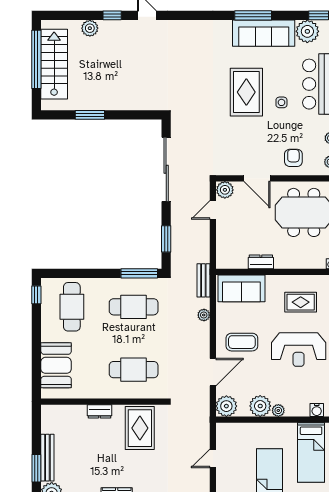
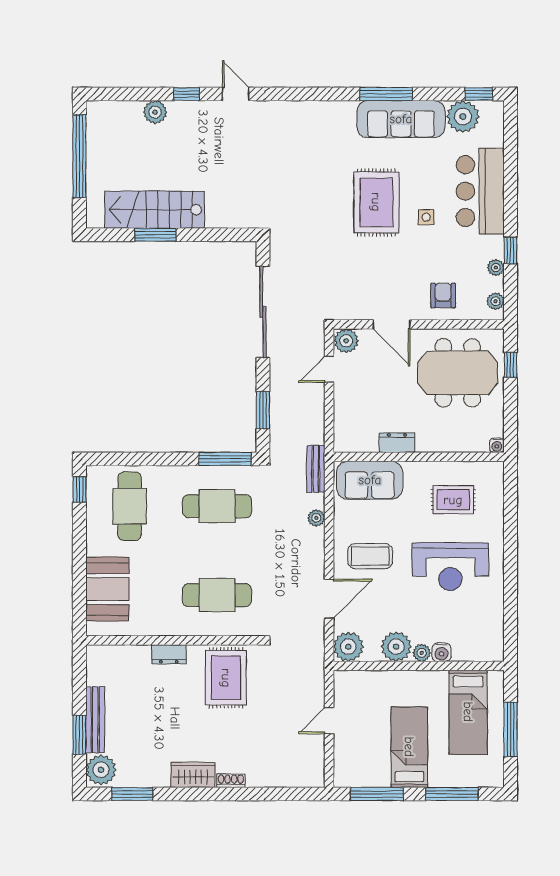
stairs: (54, 64) -> (155, 210), moved, turned -90
water cooler: (317, 410) -> (442, 652), moved

